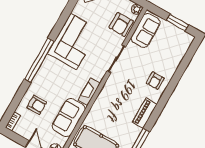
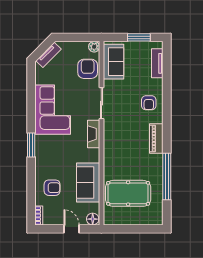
armchair: (121, 24) -> (88, 69), turned 180
tv unit: (181, 52) -> (157, 63), added
window: (39, 60) -> (31, 145), width x0.47
fireplace: (89, 92) -> (94, 134), moved

